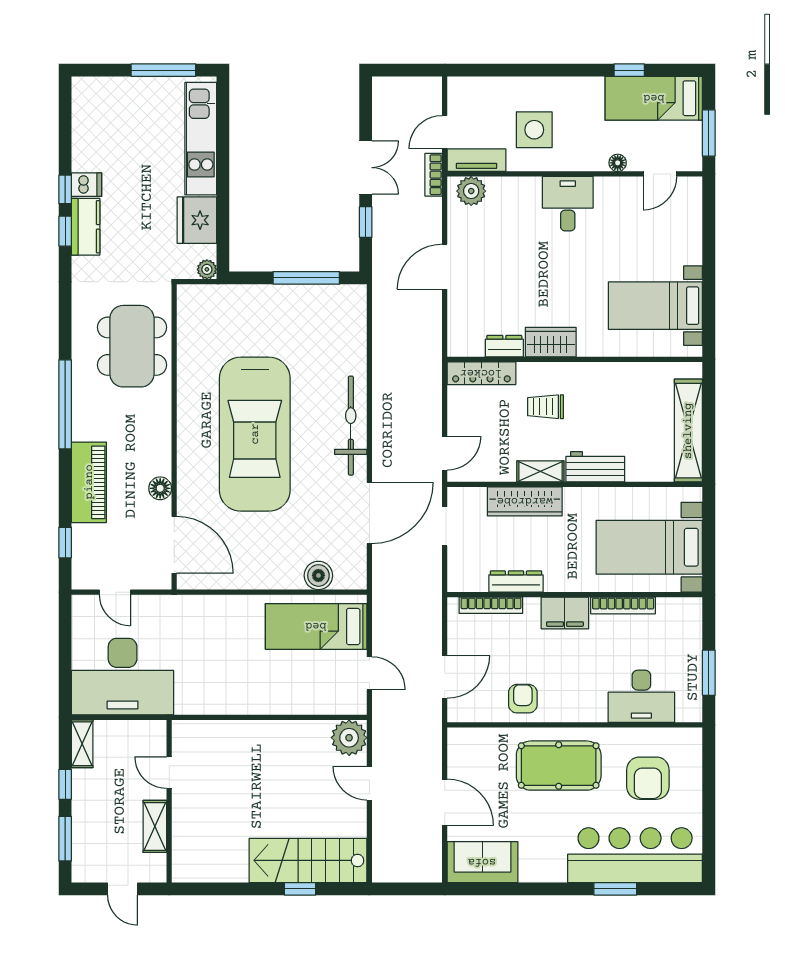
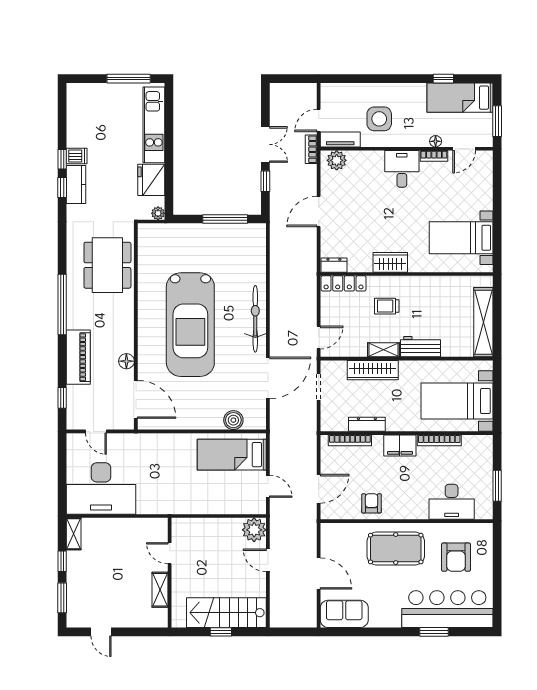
bookcase: (615, 185) -> (434, 156), added
dresser: (504, 346) -> (334, 265), moved
door: (169, 773) -> (170, 553), moved
wall: (169, 801) -> (170, 573), moved
shelving: (155, 826) -> (160, 590), moved

